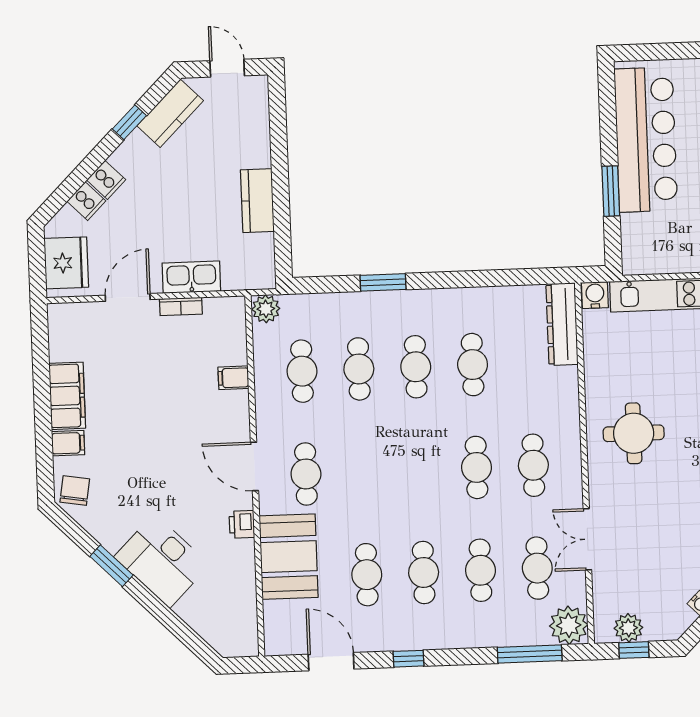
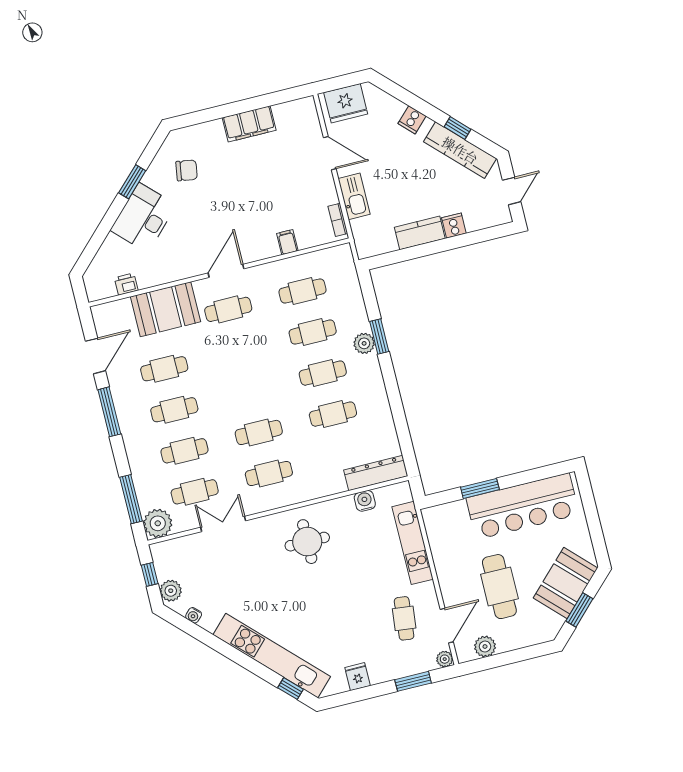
kitchen counter: (170, 113) -> (460, 150), width x1.50
cooker: (86, 201) -> (454, 226), moved, turned 135
water cooler: (595, 295) -> (365, 501), moved, turned -90
bookcase: (181, 306) -> (338, 220), moved
plant: (266, 309) -> (364, 343), moved
filing cabinet: (68, 443) -> (215, 132), removed
chair: (75, 491) -> (187, 170), moved
printer: (242, 524) -> (126, 284), moved
plant: (628, 628) -> (171, 591), moved
window: (409, 659) -> (109, 412), width x2.17

